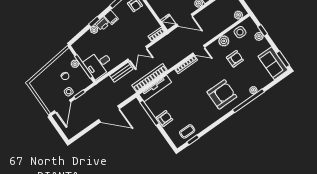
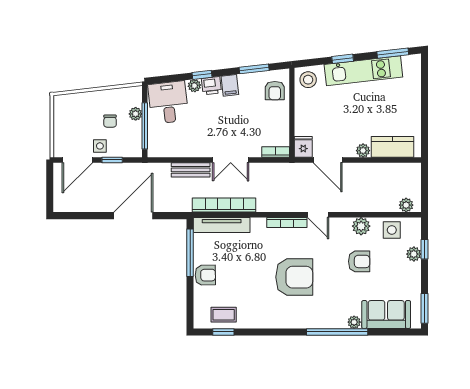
sofa: (273, 63) -> (386, 315), moved, turned 90
desk: (99, 64) -> (168, 102), moved, turned 84
armchair: (222, 94) -> (294, 277), moved
door: (109, 114) -> (133, 216), swing flipped

